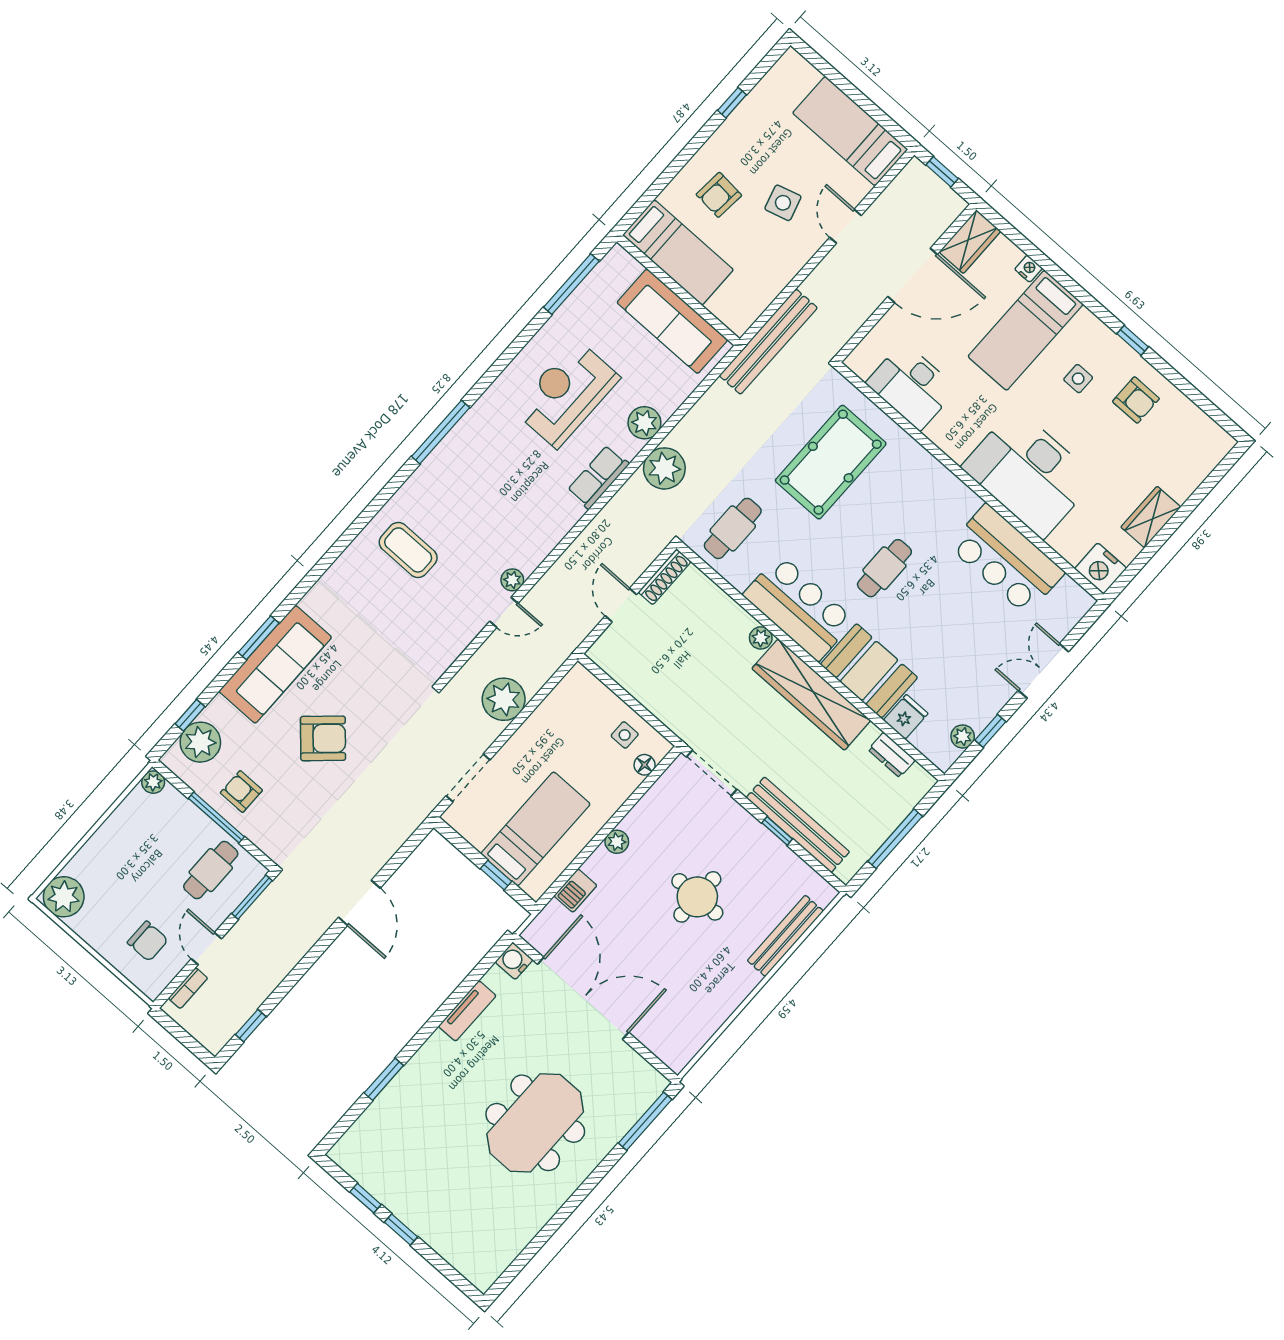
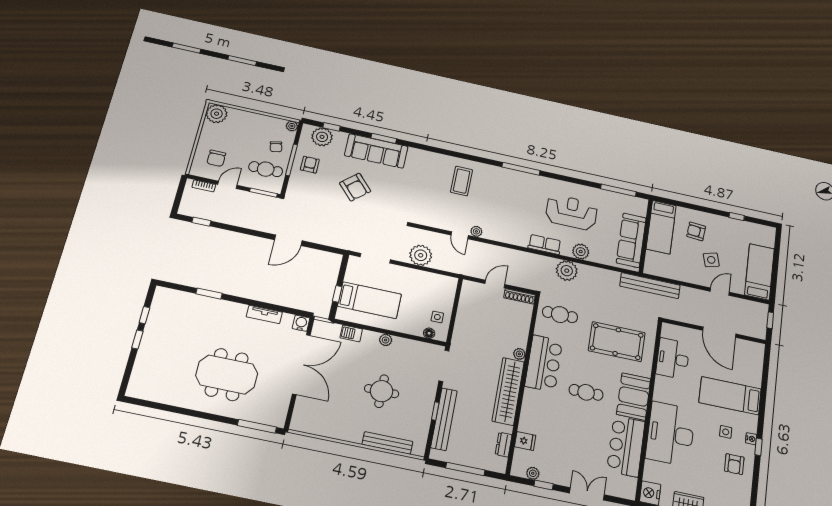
wardrobe: (970, 242) -> (750, 349), removed
nightstand: (1028, 269) -> (751, 439), moved
booth: (869, 671) -> (634, 396), moved
chair: (178, 830) -> (276, 147), added

